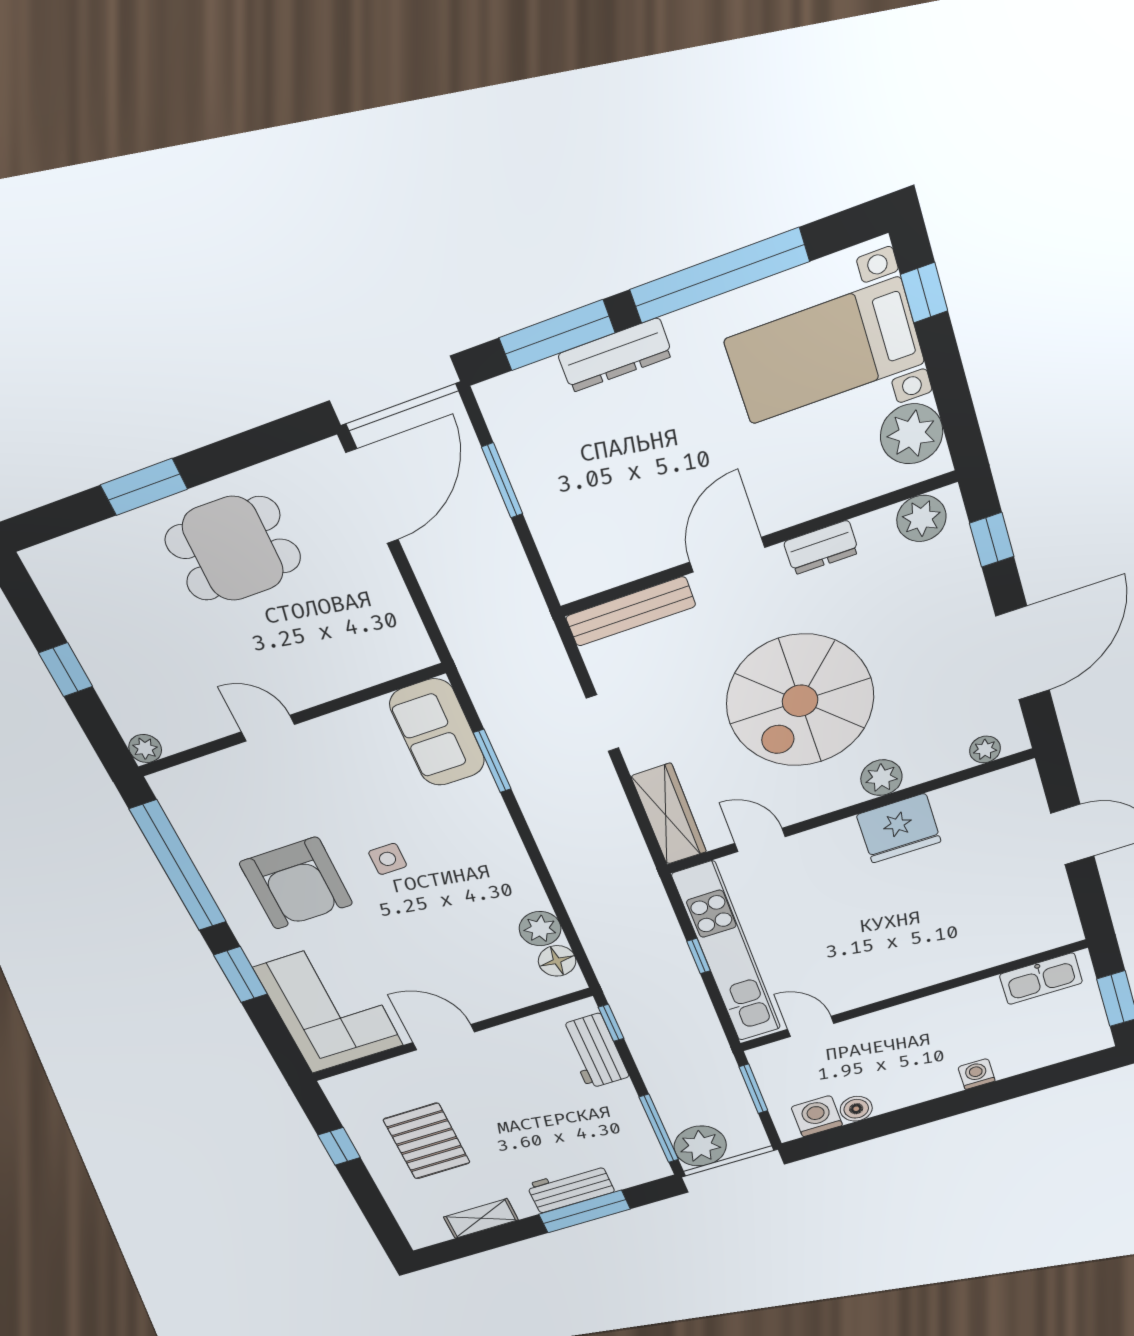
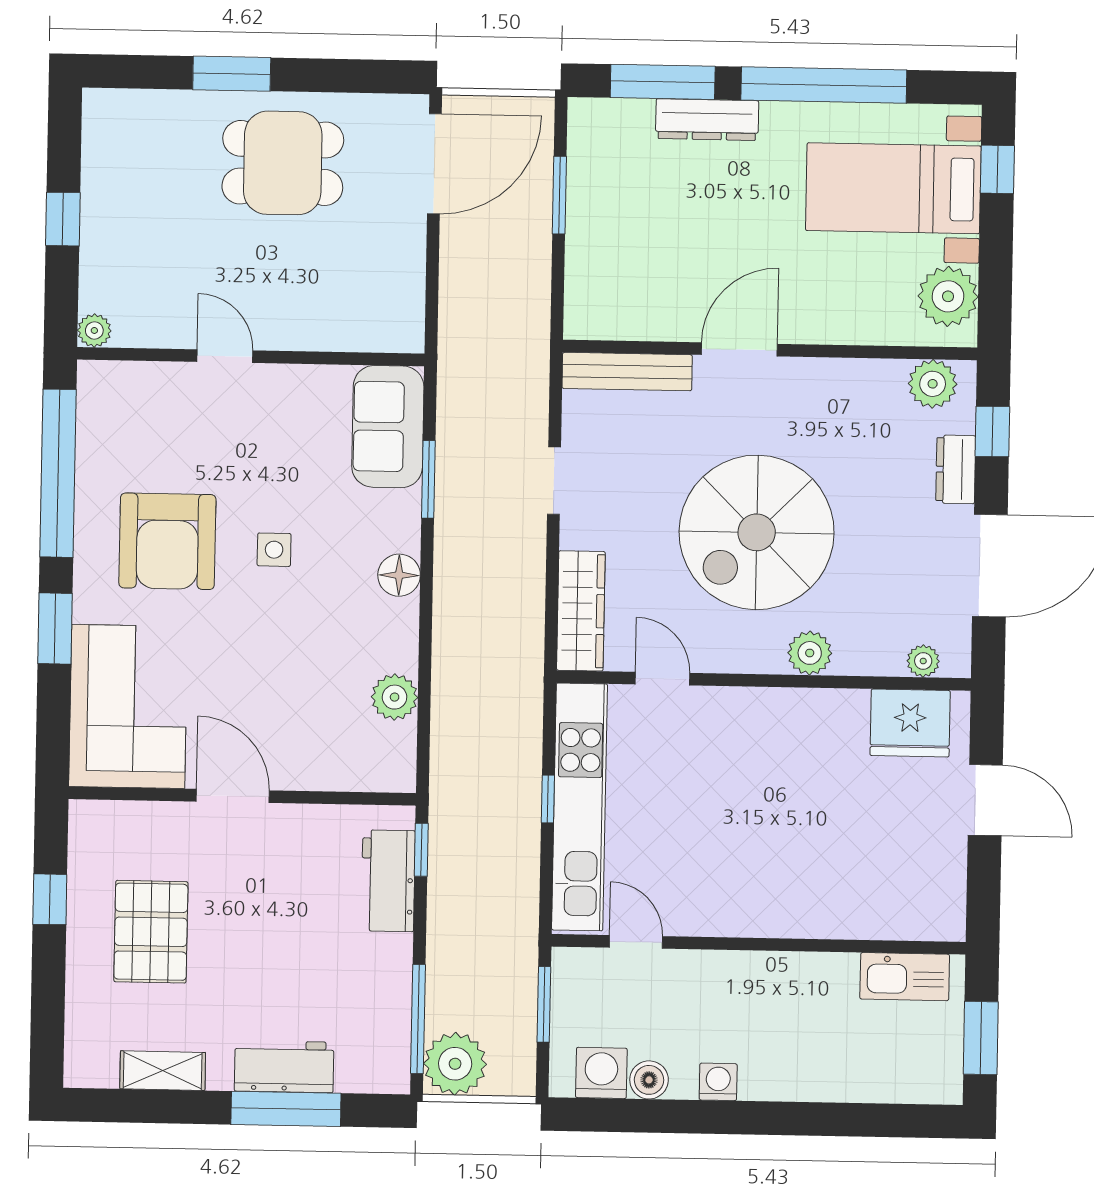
dresser: (821, 547) -> (956, 469), moved, turned 90
fridge: (899, 828) -> (910, 723), moved
floor lamp: (557, 961) -> (399, 575), moved
washing machine: (976, 1074) -> (718, 1082), moved

